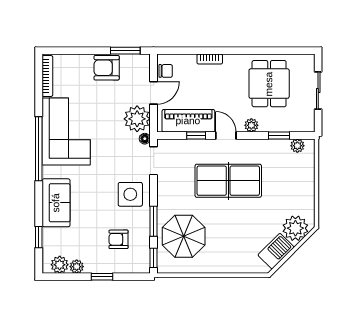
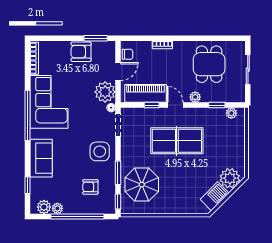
window: (102, 277) -> (77, 216), width x3.17

